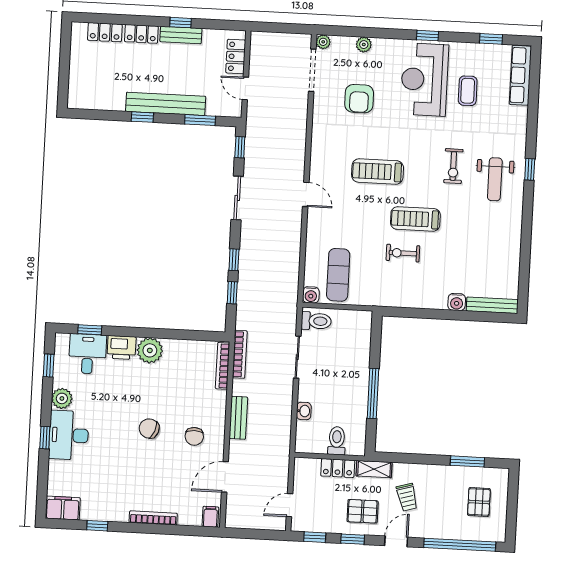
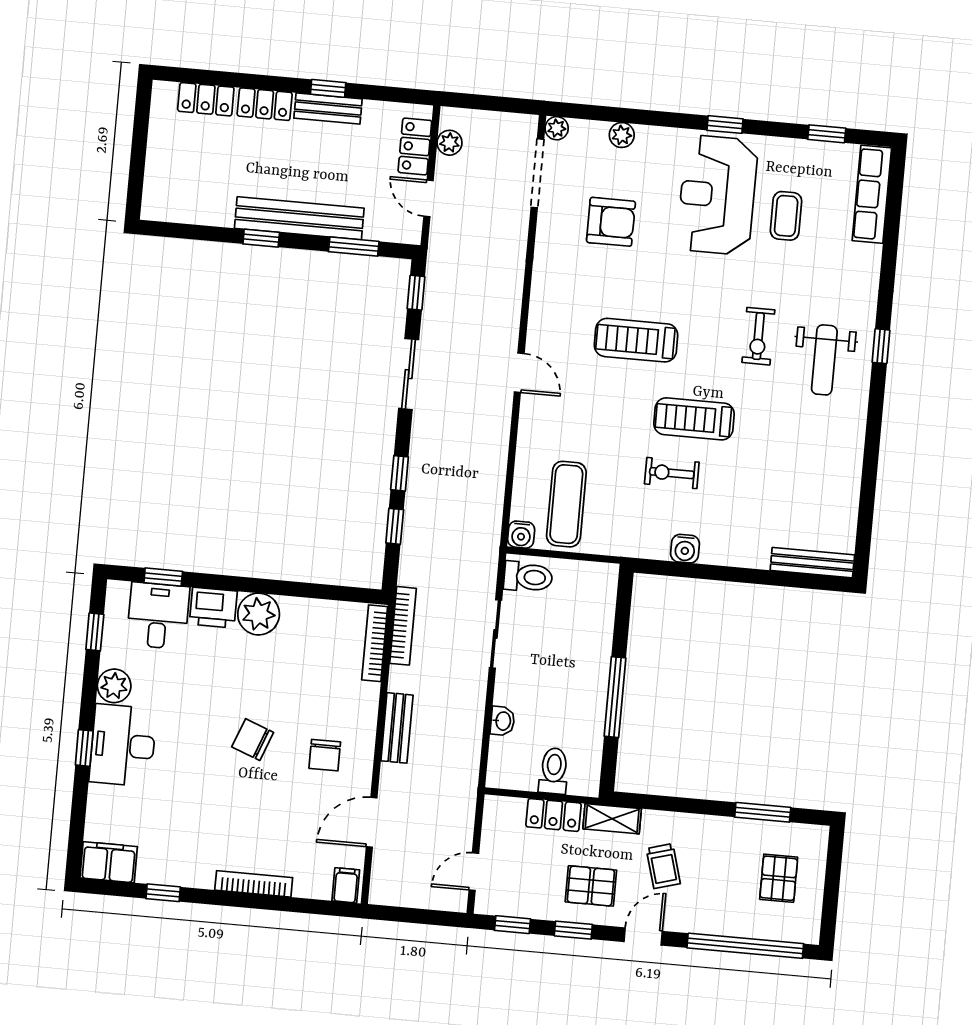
plant: (257, 53) -> (450, 143), added
armchair: (359, 99) -> (611, 222), turned -90
water cooler: (457, 302) -> (685, 549), moved

